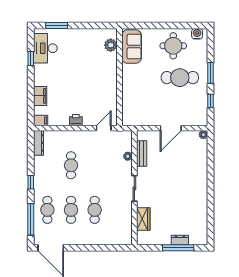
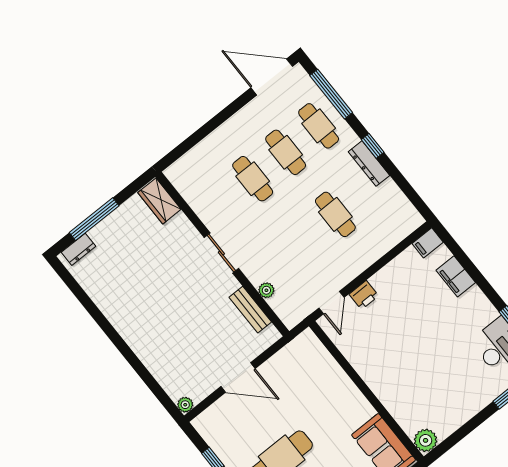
plant: (111, 45) -> (426, 440), moved
printer: (76, 120) -> (364, 295), moved
door: (171, 128) -> (238, 378), swing flipped
dresser: (39, 143) -> (369, 164), moved
wardrobe: (143, 219) -> (159, 201), moved
dresser: (180, 240) -> (78, 249), moved

